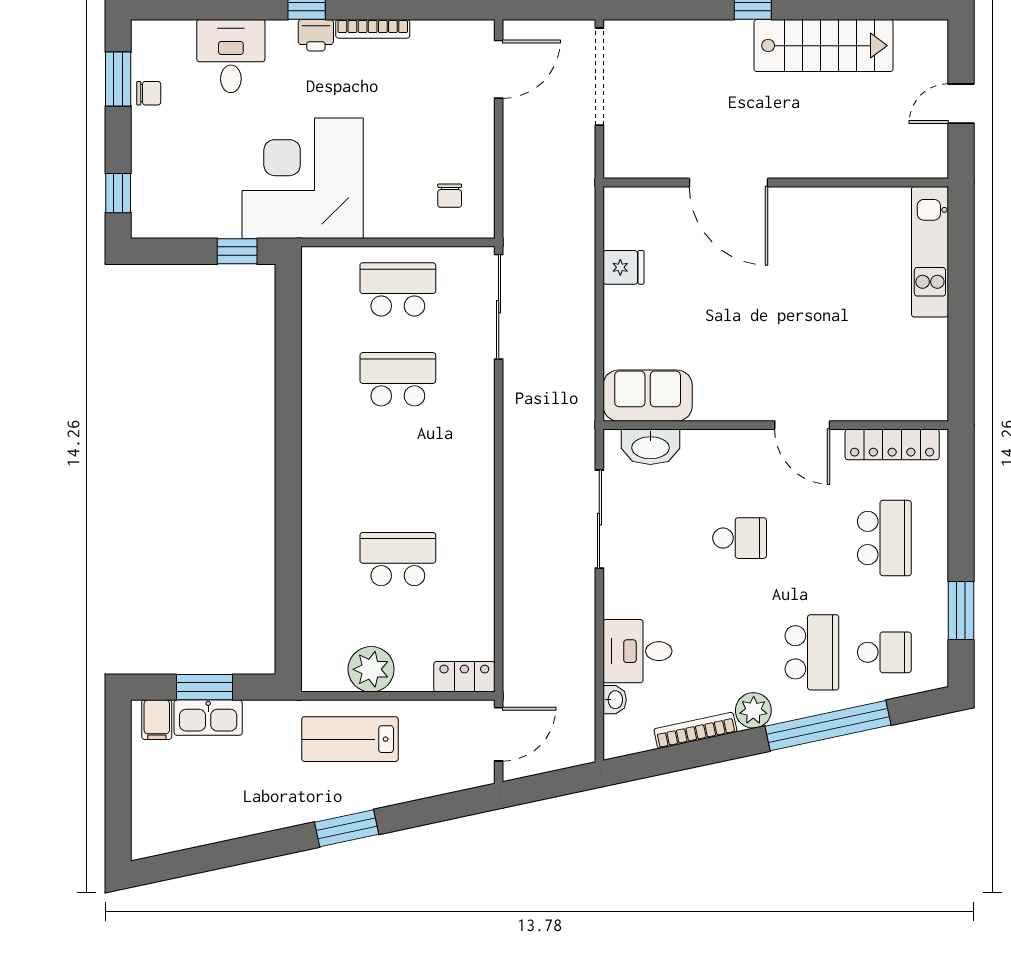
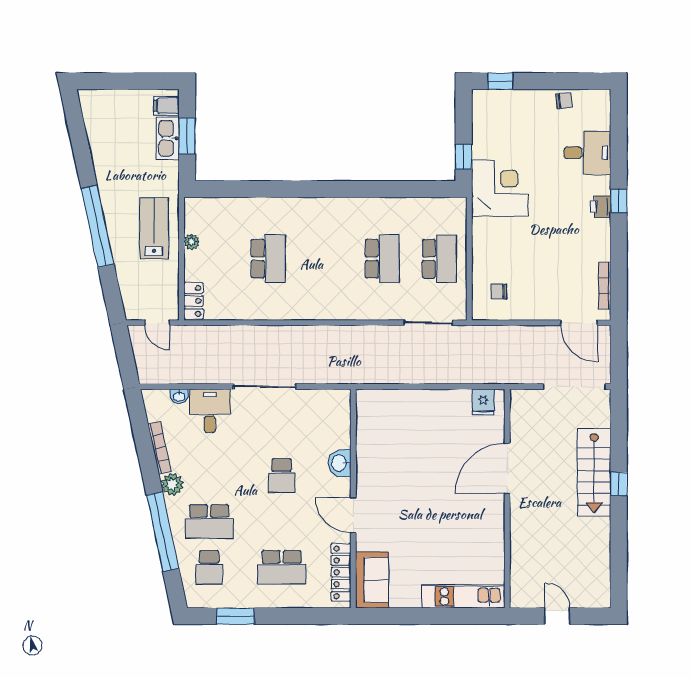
bookcase: (373, 29) -> (605, 286), moved
stairs: (824, 46) -> (594, 473), moved
window: (118, 79) -> (573, 81), removed
chair: (149, 93) -> (564, 101), turned -96
corner desk: (303, 178) -> (500, 188), width x0.74, depth x0.74
fridge: (624, 267) -> (483, 402), moved
sliding door: (499, 307) -> (428, 323), width x0.73
sofa: (648, 396) -> (372, 580), moved
door: (802, 425) -> (353, 515), hinge flipped
washbasin: (650, 447) -> (340, 463), moved, width x0.72
sliding door: (599, 519) -> (265, 387), moved
plant: (371, 669) -> (192, 242), width x0.53, depth x0.53
door: (499, 734) -> (157, 323), width x0.73
window: (347, 828) -> (97, 226), width x2.11

